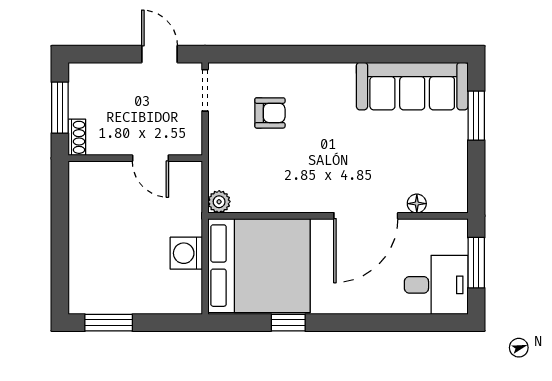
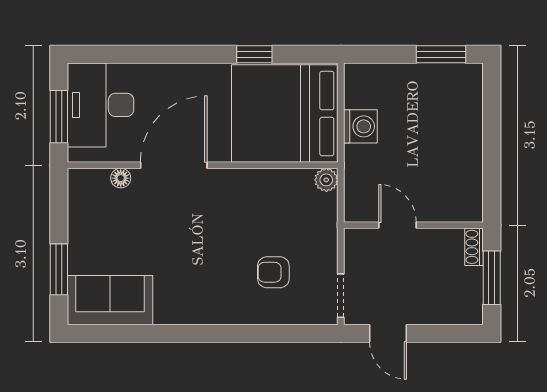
sofa: (412, 86) -> (110, 300), width x0.73
desk: (436, 285) -> (101, 105), width x1.37

